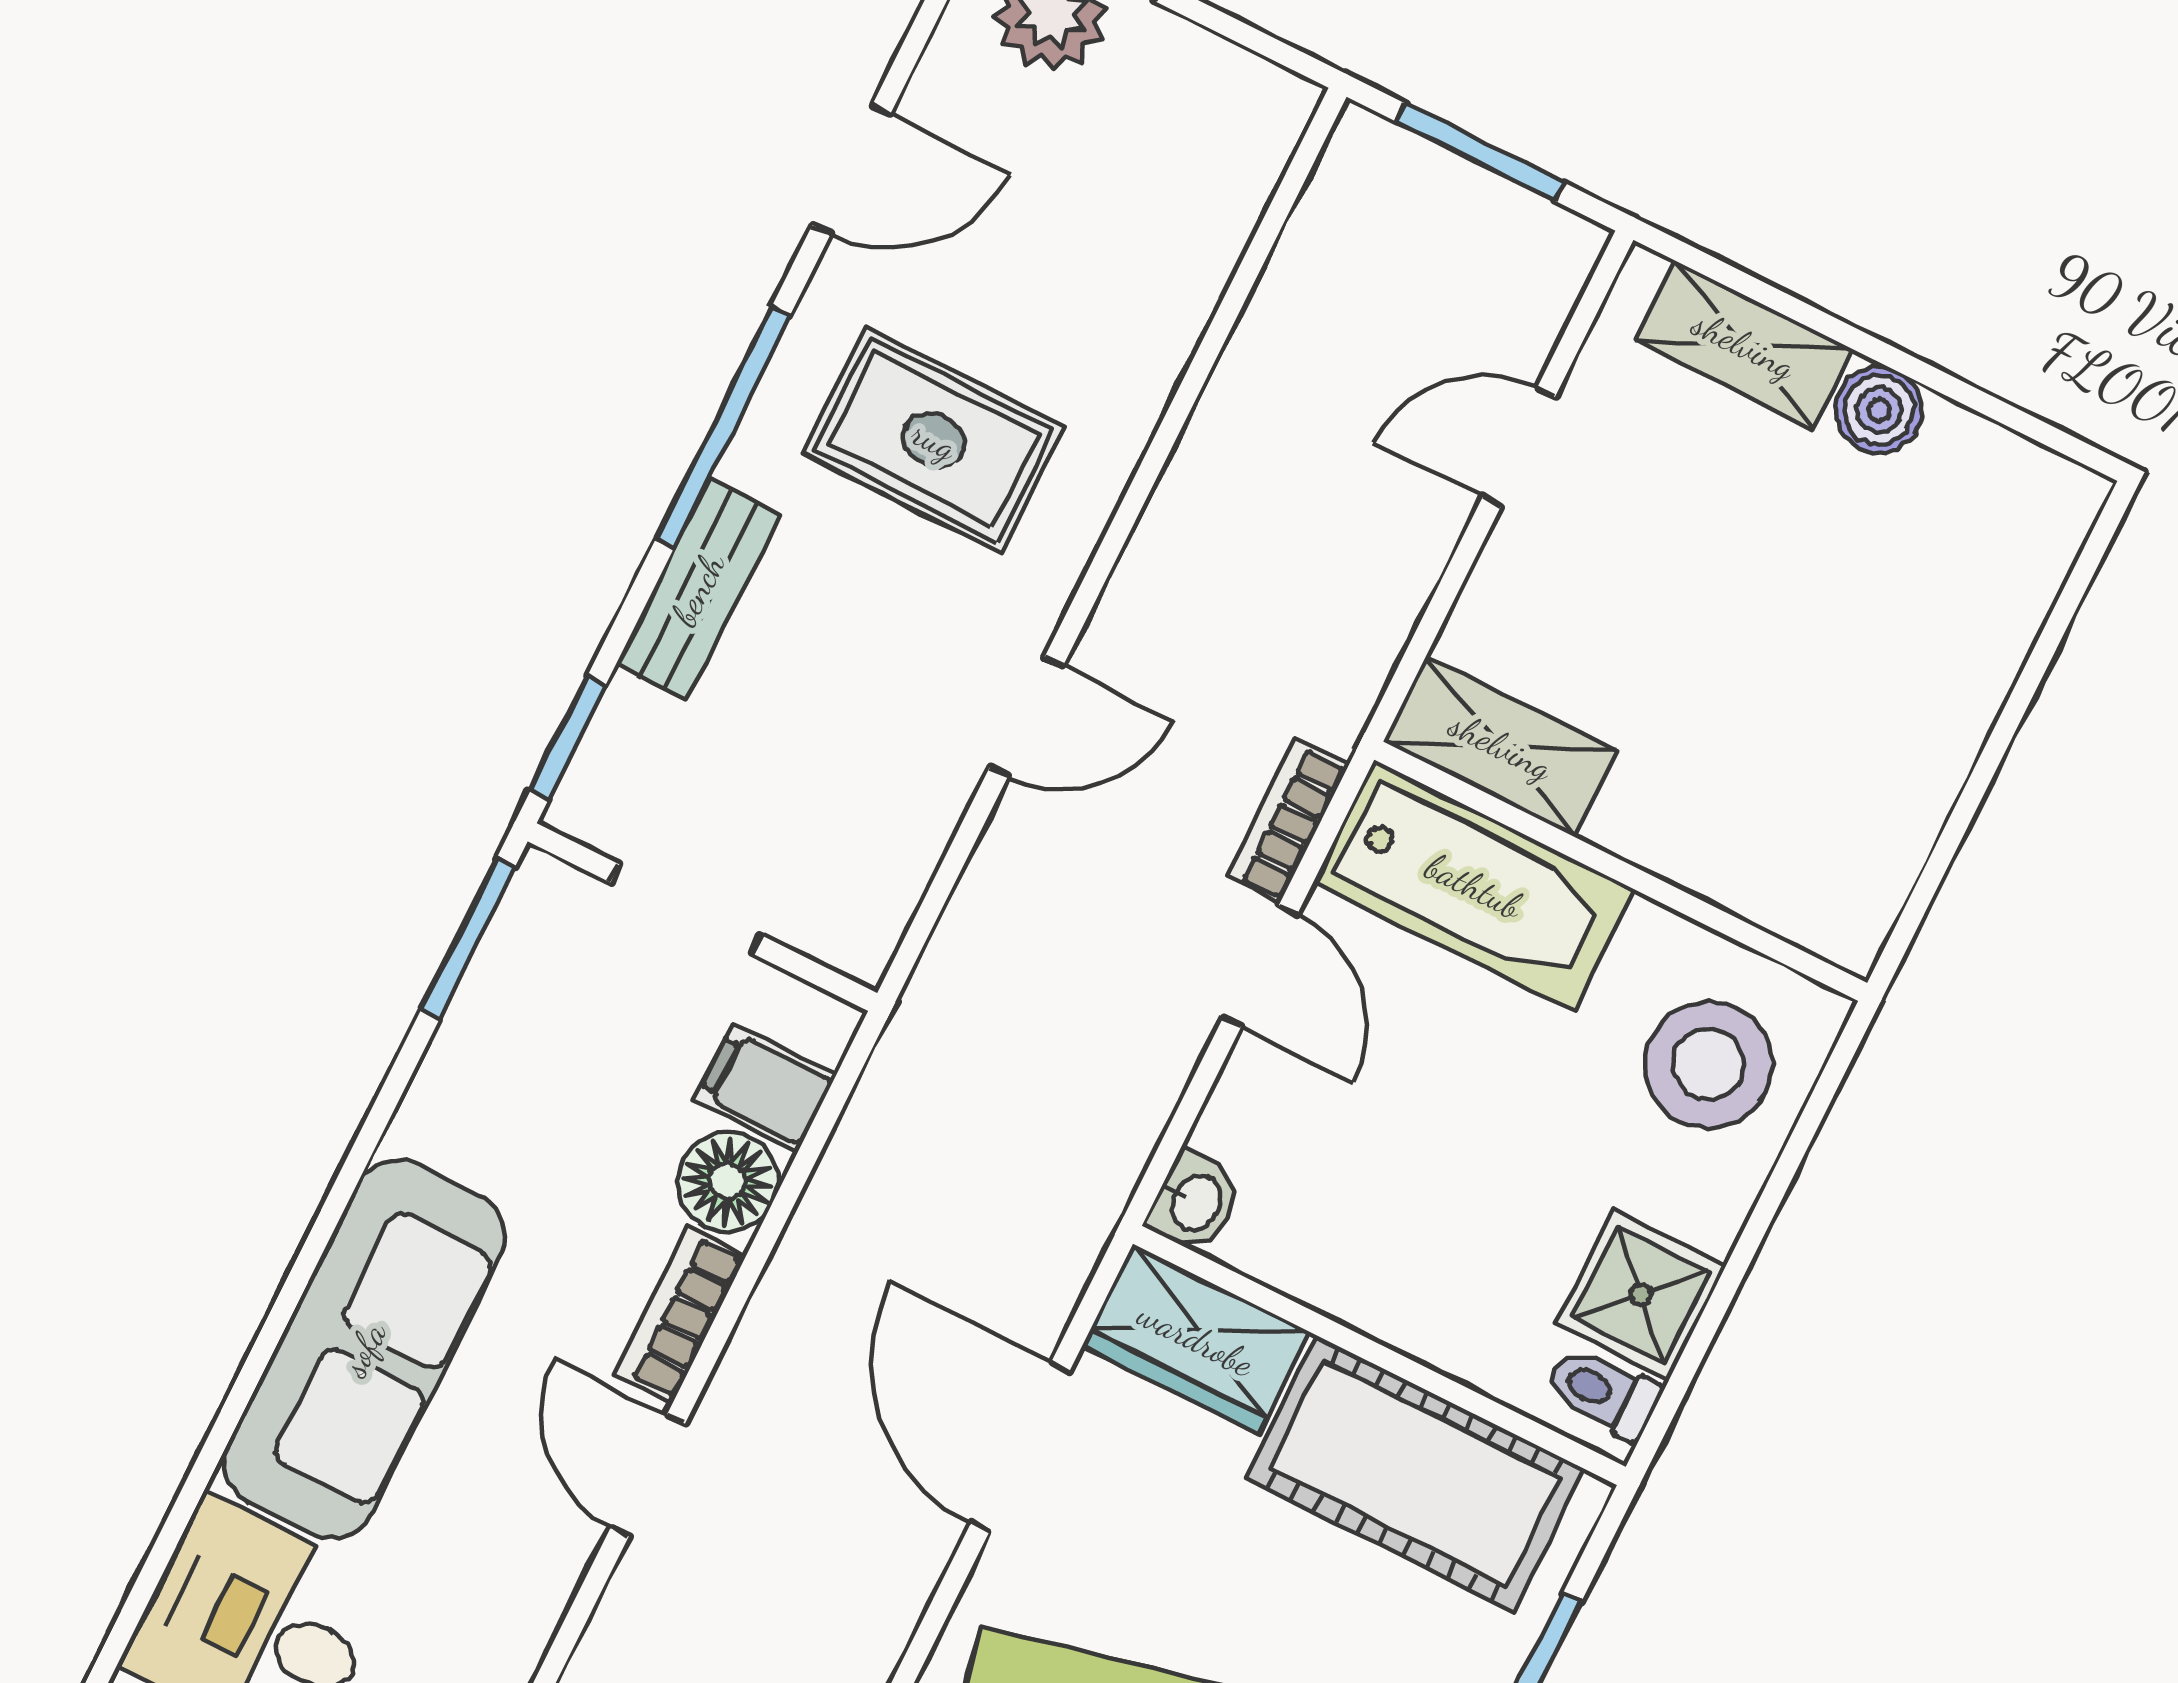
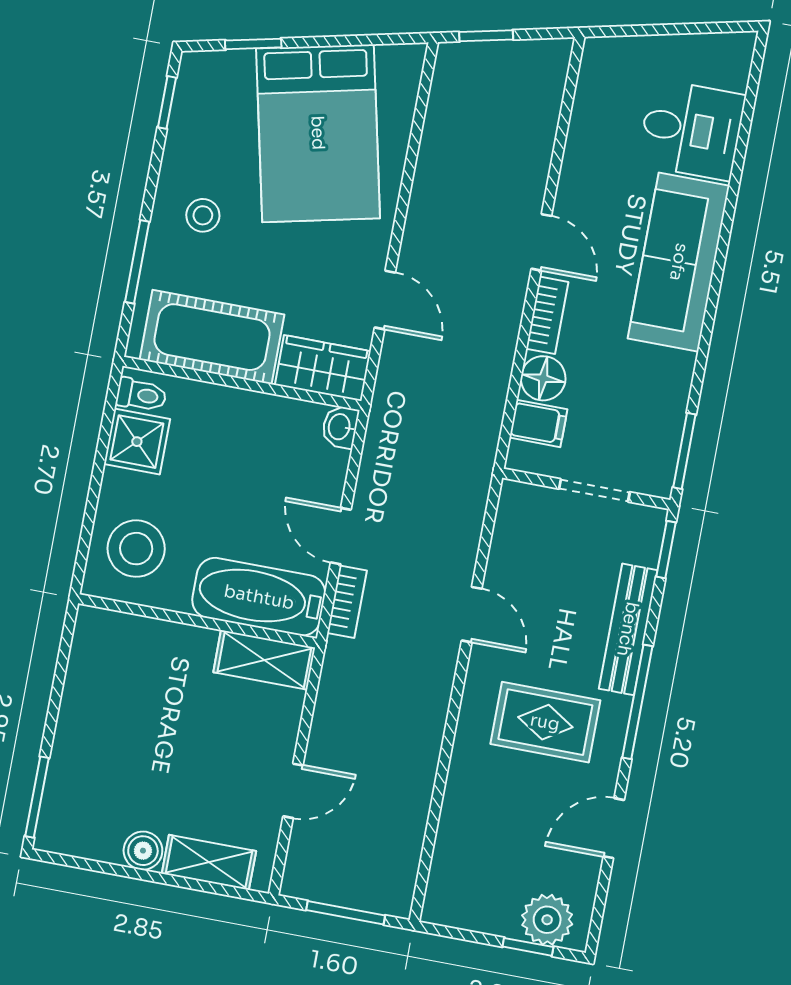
bench: (698, 589) -> (628, 629), width x1.36
window: (2074, 591) -> (37, 797), added
door: (1026, 717) -> (472, 615), swing flipped
door: (1020, 1447) -> (385, 300), width x0.73

